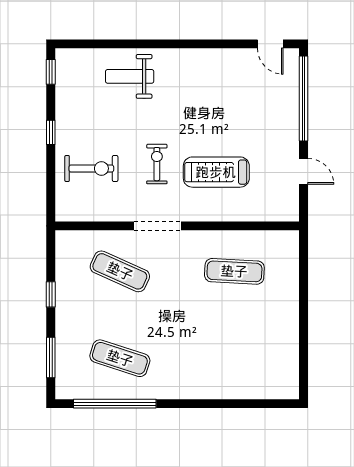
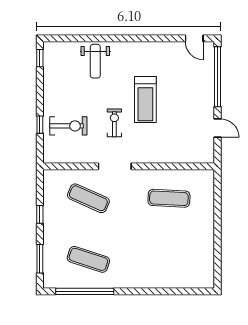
weight bench: (130, 76) -> (95, 61), turned -90
window: (51, 132) -> (40, 125), moved
treadmill: (216, 172) -> (145, 100), moved, turned -90

